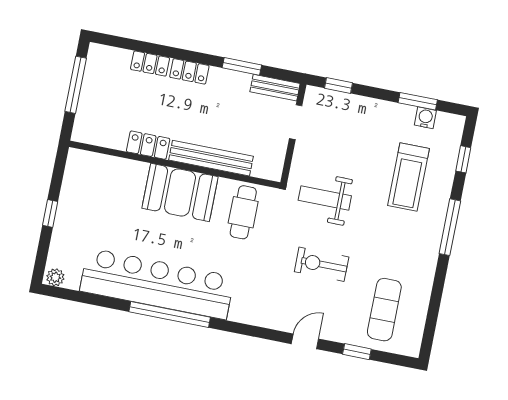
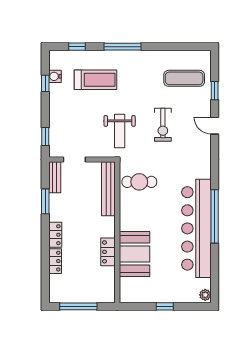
window: (418, 101) -> (45, 83), width x0.67
bench: (211, 158) -> (108, 189), moved
booth: (180, 192) -> (135, 254), moved

